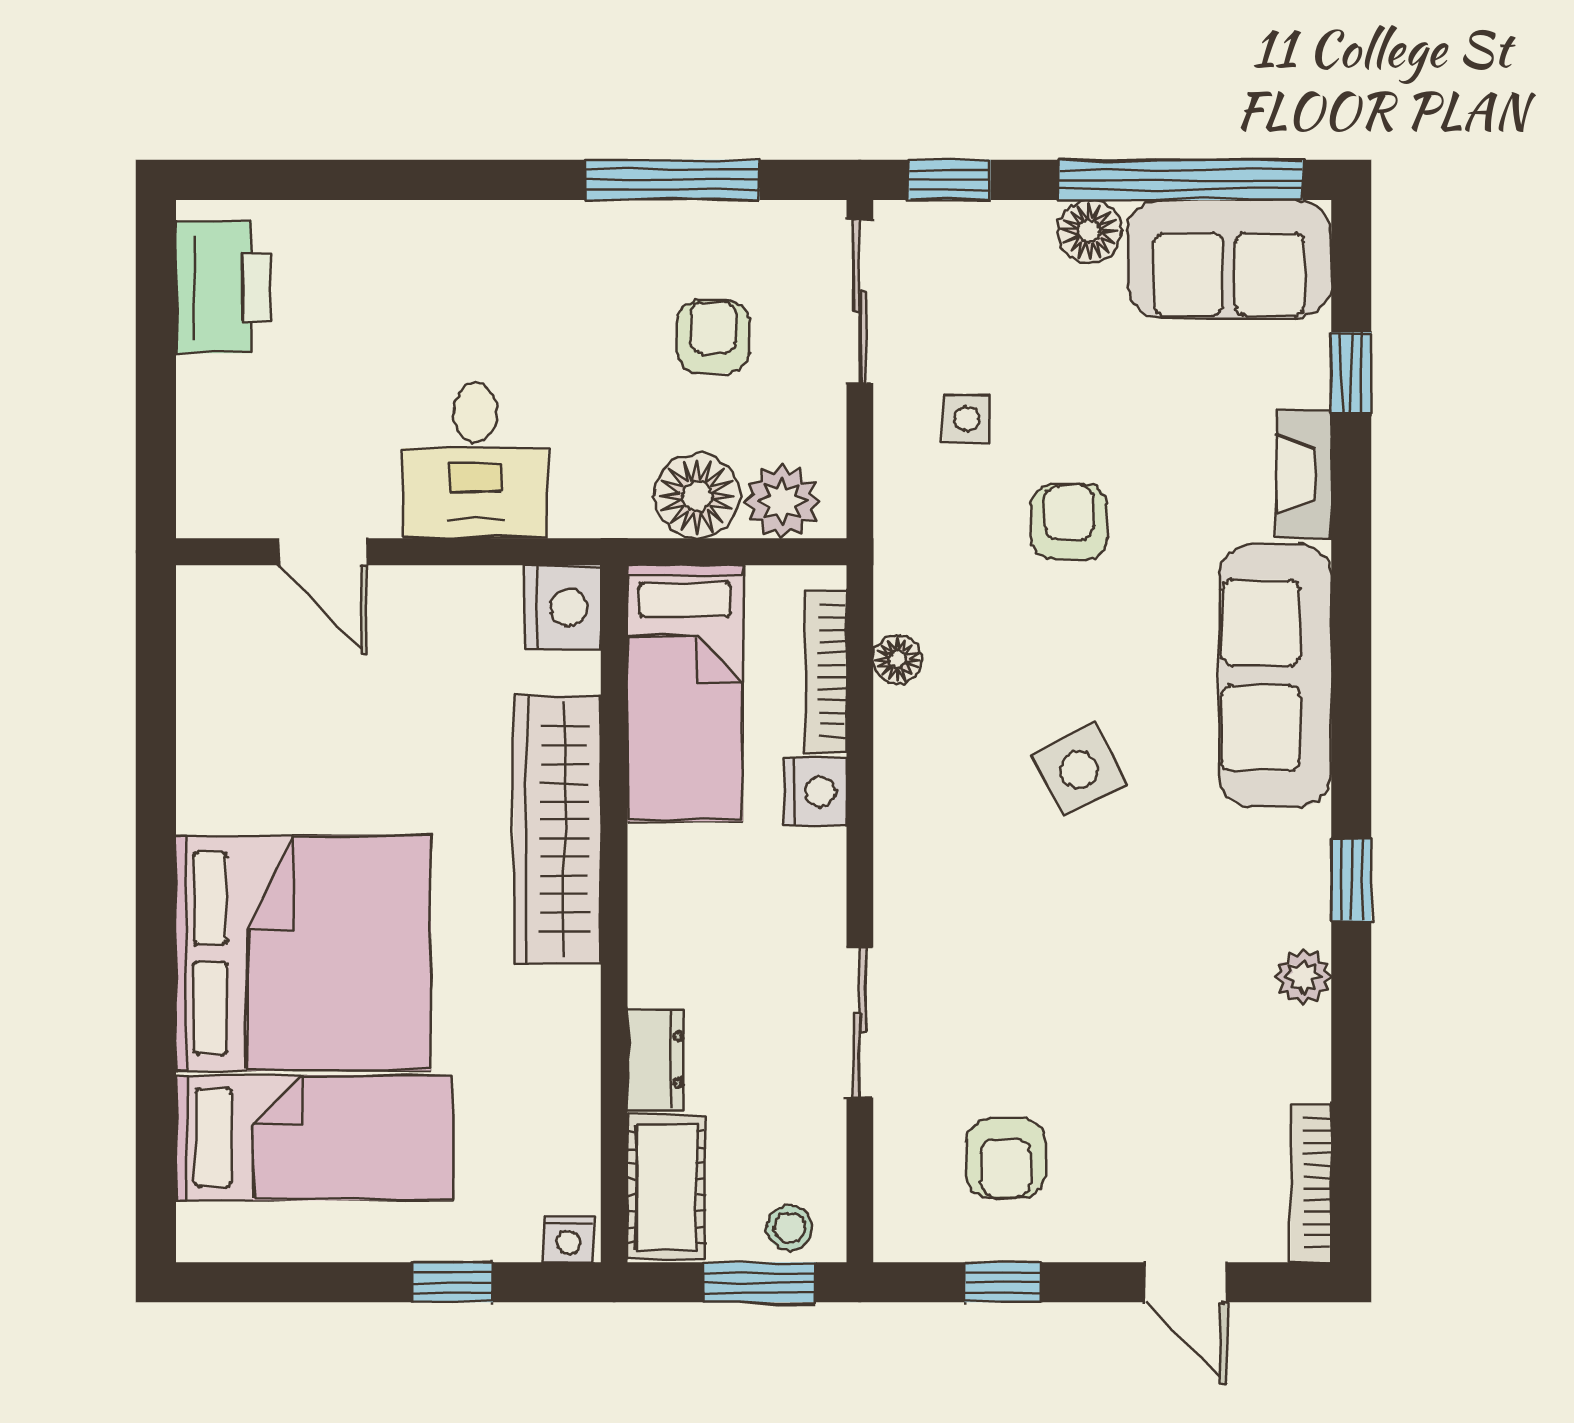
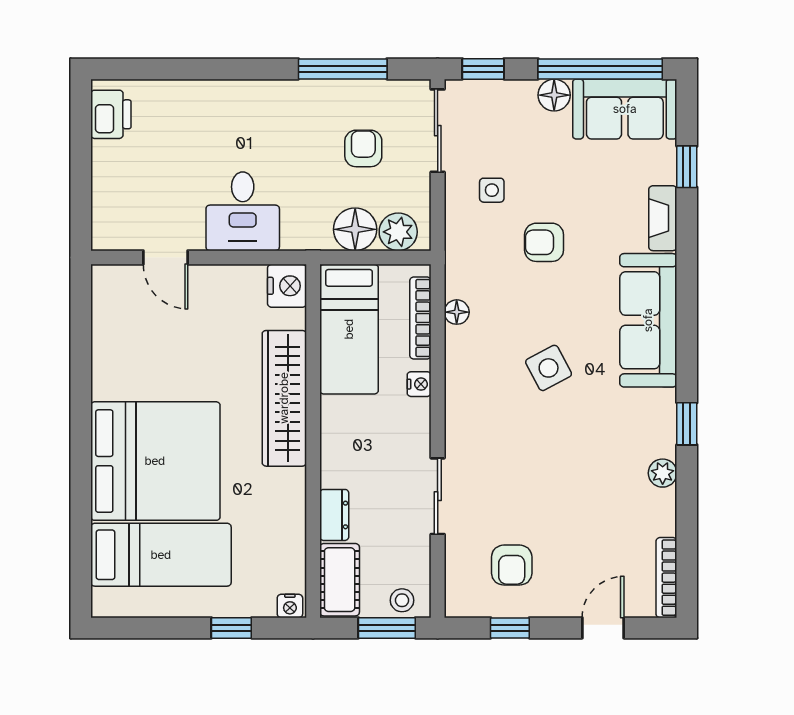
printer: (223, 287) -> (111, 114), width x0.73, depth x0.84
armchair: (1070, 522) -> (544, 242), turned -90
nightstand: (815, 792) -> (419, 384), width x0.72, depth x0.74
door: (1186, 1282) -> (603, 628), swing flipped

